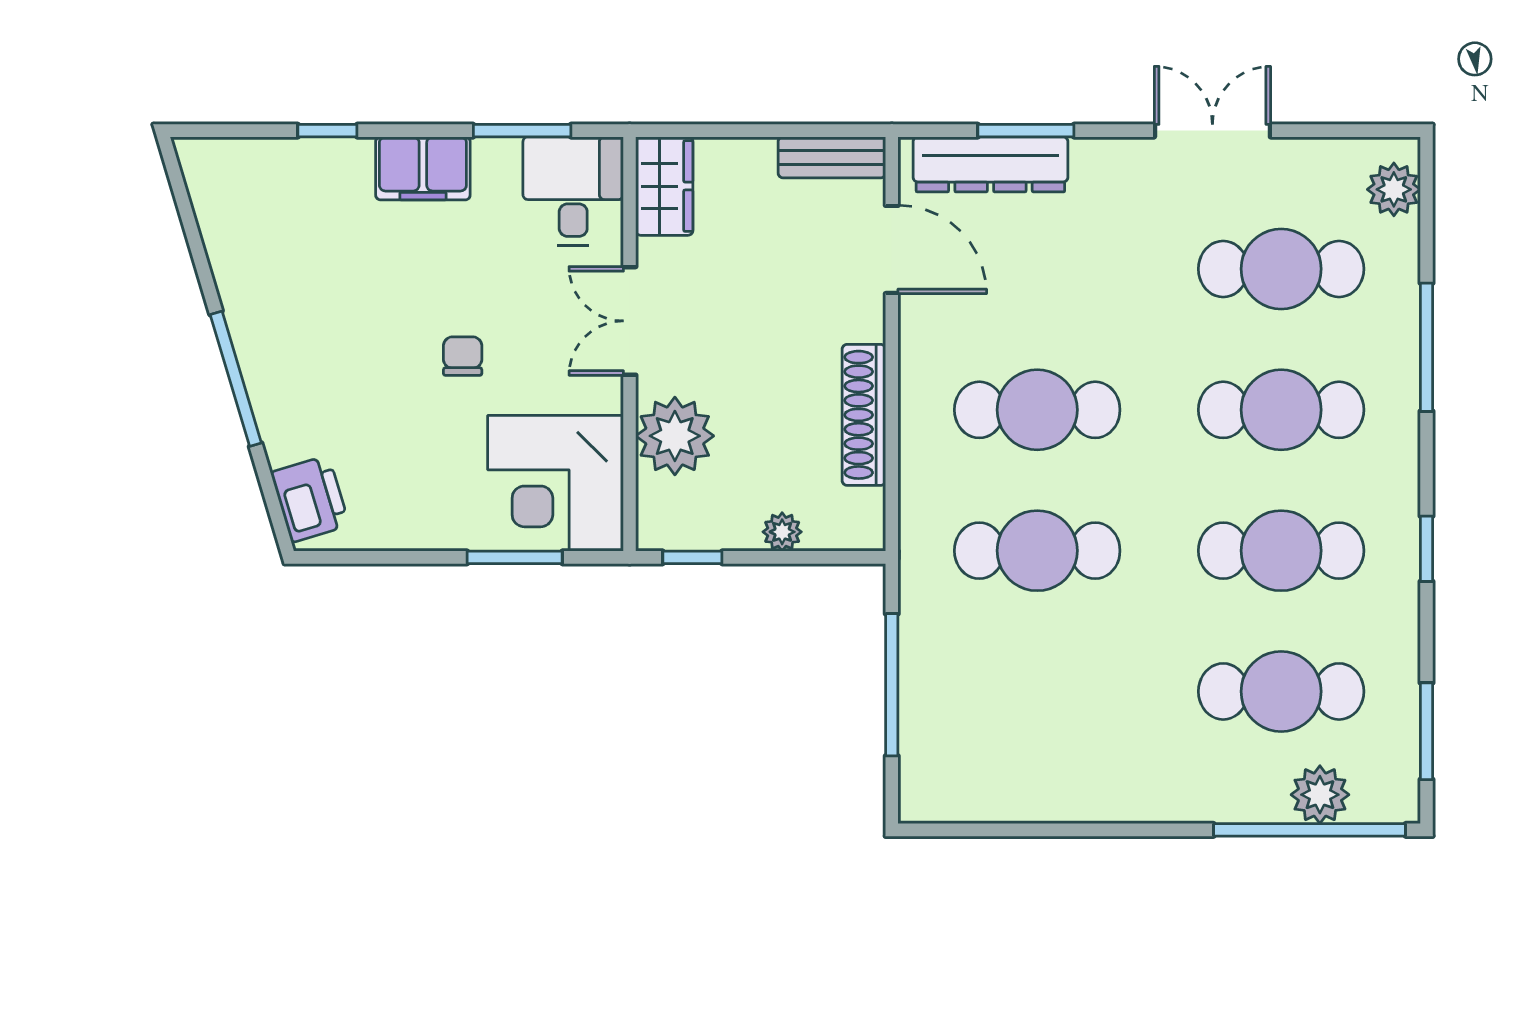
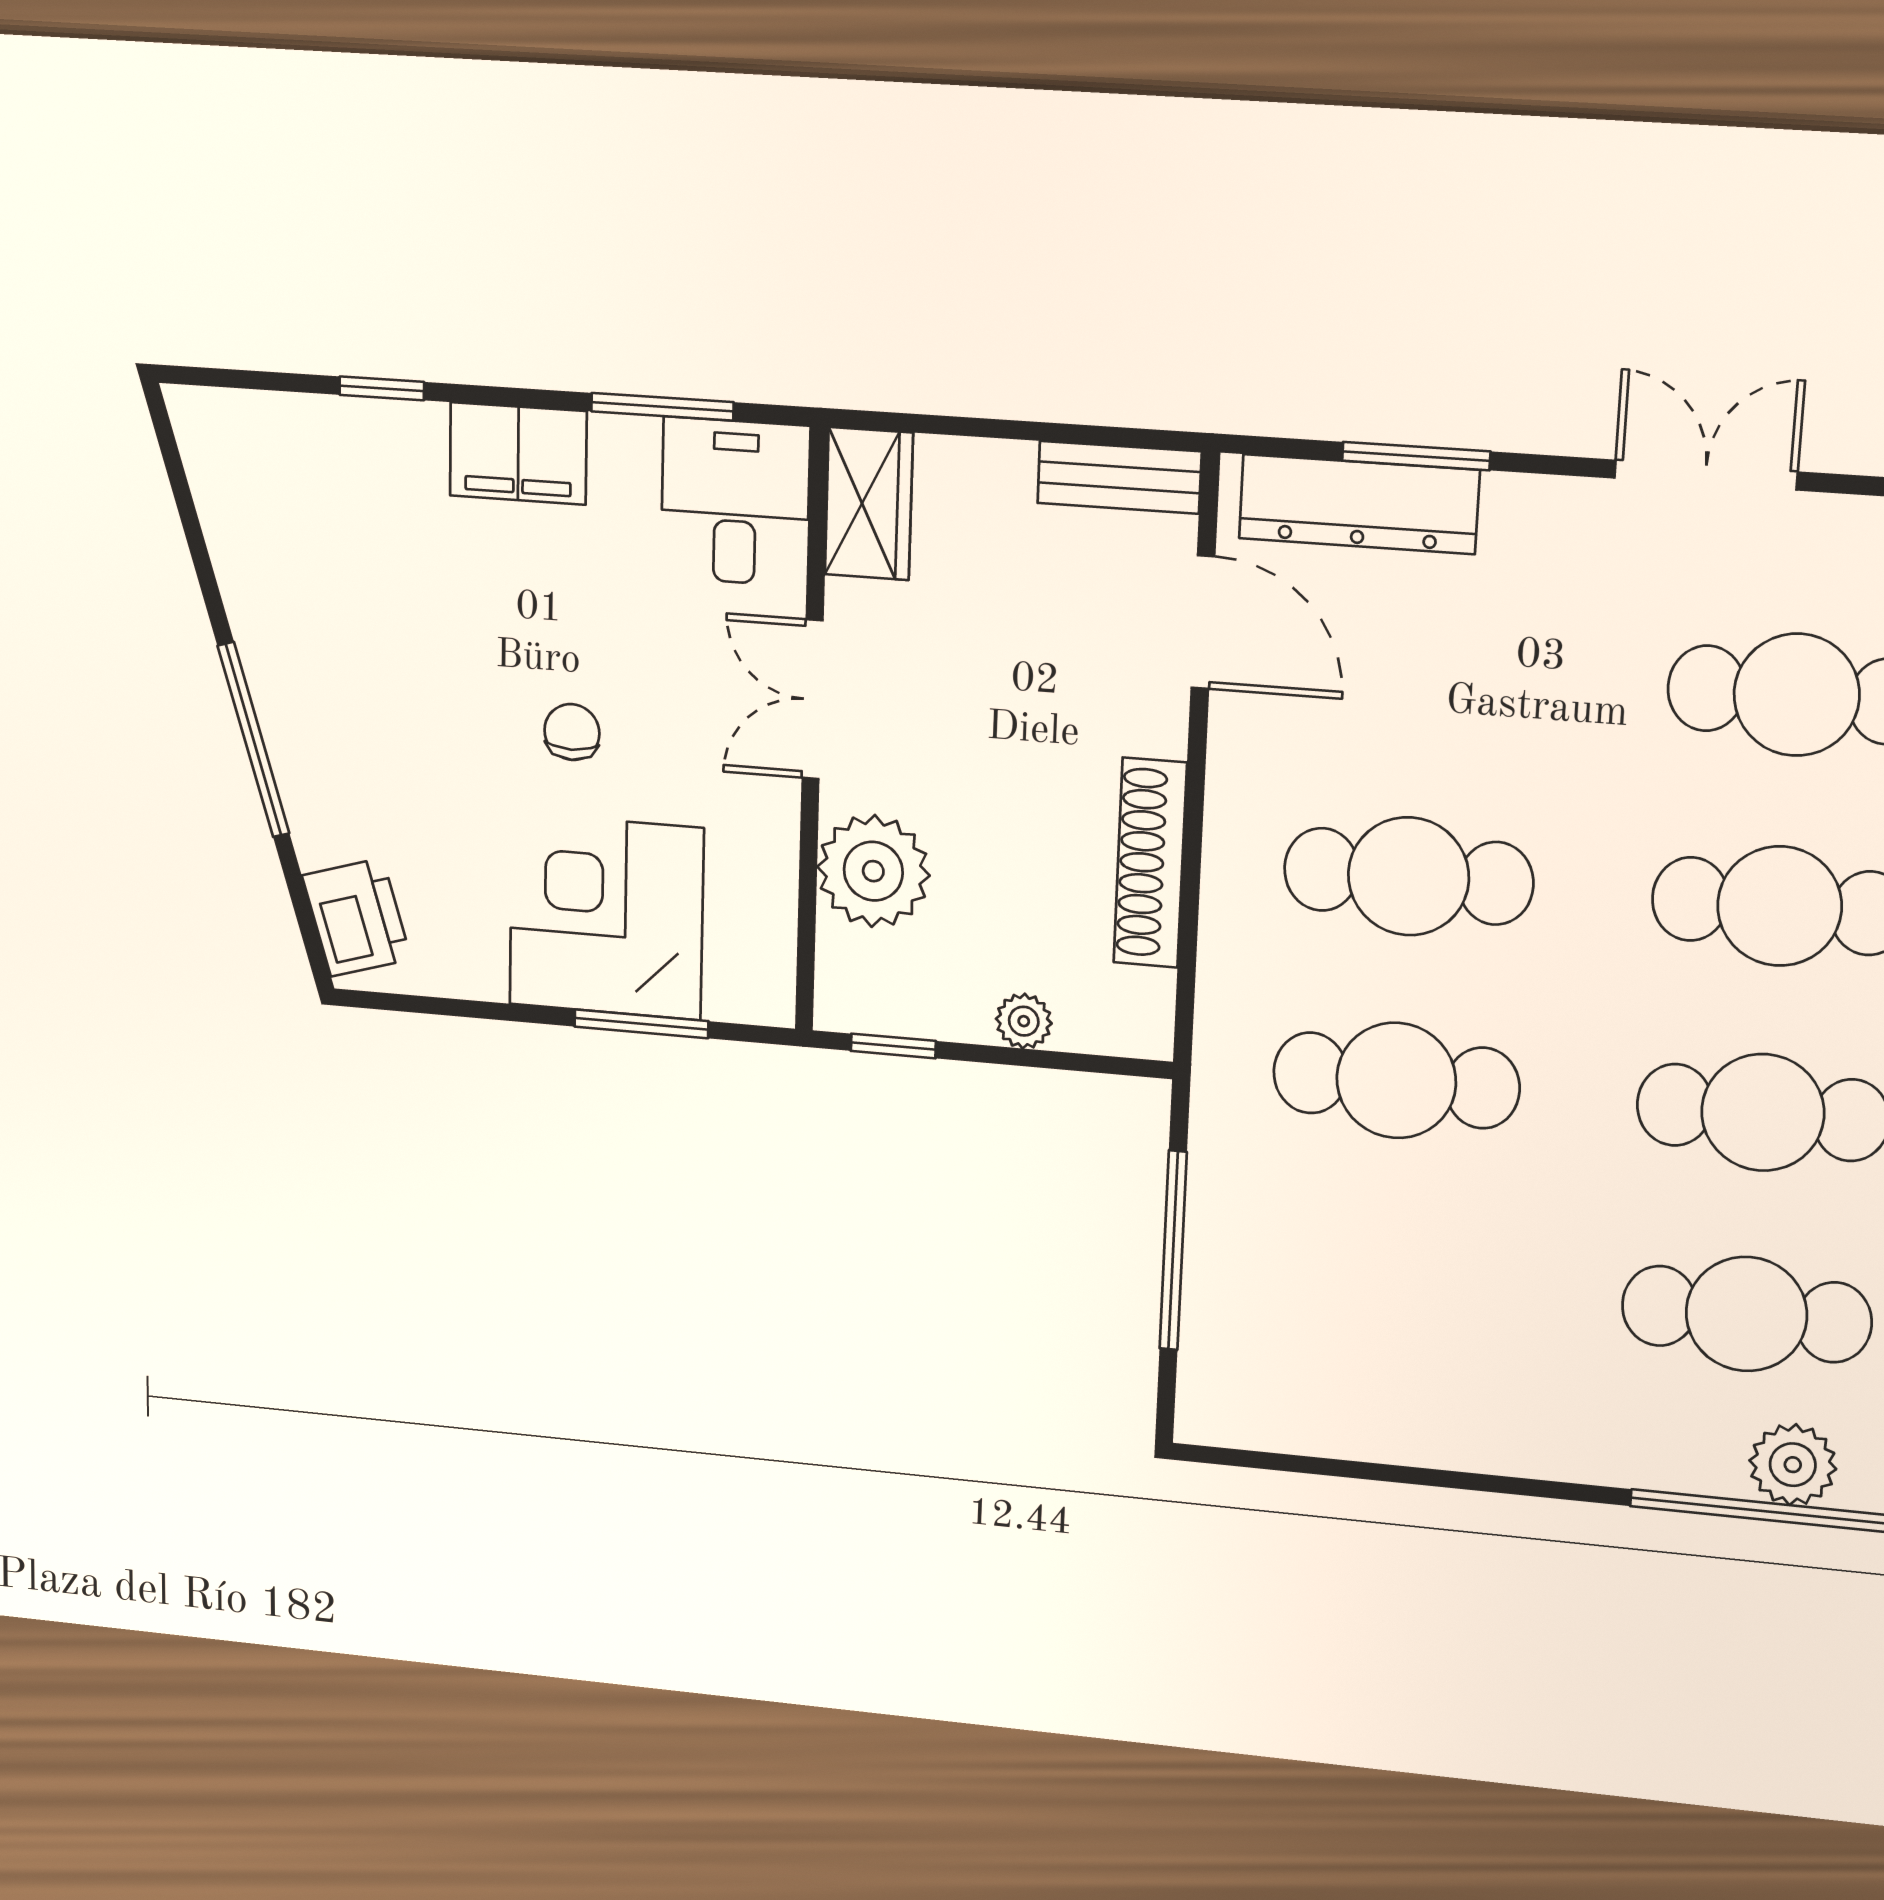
corner desk: (556, 483) -> (606, 917), moved, turned 90

